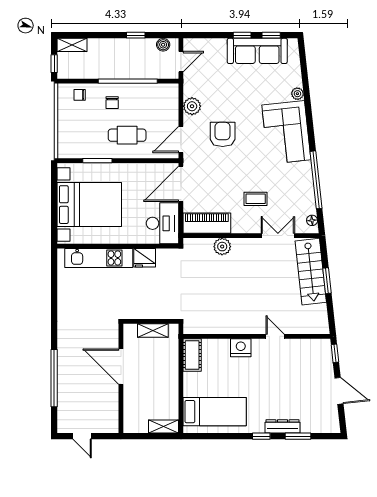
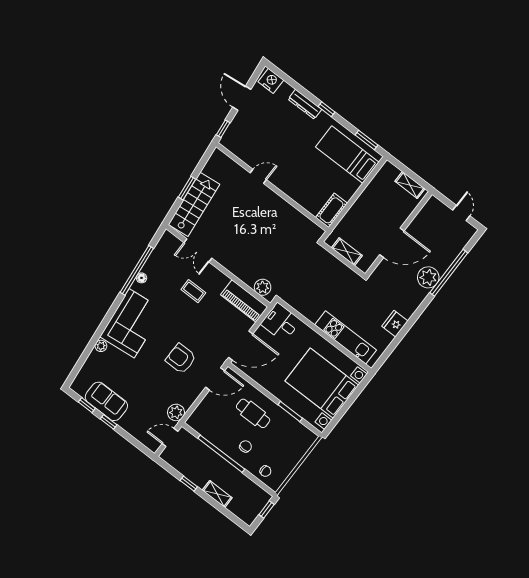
shelving: (72, 45) -> (217, 494), moved
boiler: (163, 45) -> (174, 461), removed
sofa: (257, 51) -> (106, 401), width x0.73
plant: (192, 106) -> (176, 412), moved
armchair: (223, 134) -> (181, 359), turned 90
floor lamp: (312, 220) -> (142, 278), moved
desk: (163, 223) -> (281, 322), width x0.73
plant: (222, 247) -> (263, 287), moved
fridge: (145, 258) -> (395, 324), moved, turned -90
door: (275, 336) -> (258, 176), swing flipped
nightstand: (241, 348) -> (271, 81), moved, turned 180
plant: (68, 361) -> (428, 277), added
door: (121, 367) -> (392, 243), hinge flipped
shelving: (163, 426) -> (410, 185), moved
window: (298, 436) -> (366, 140), moved

